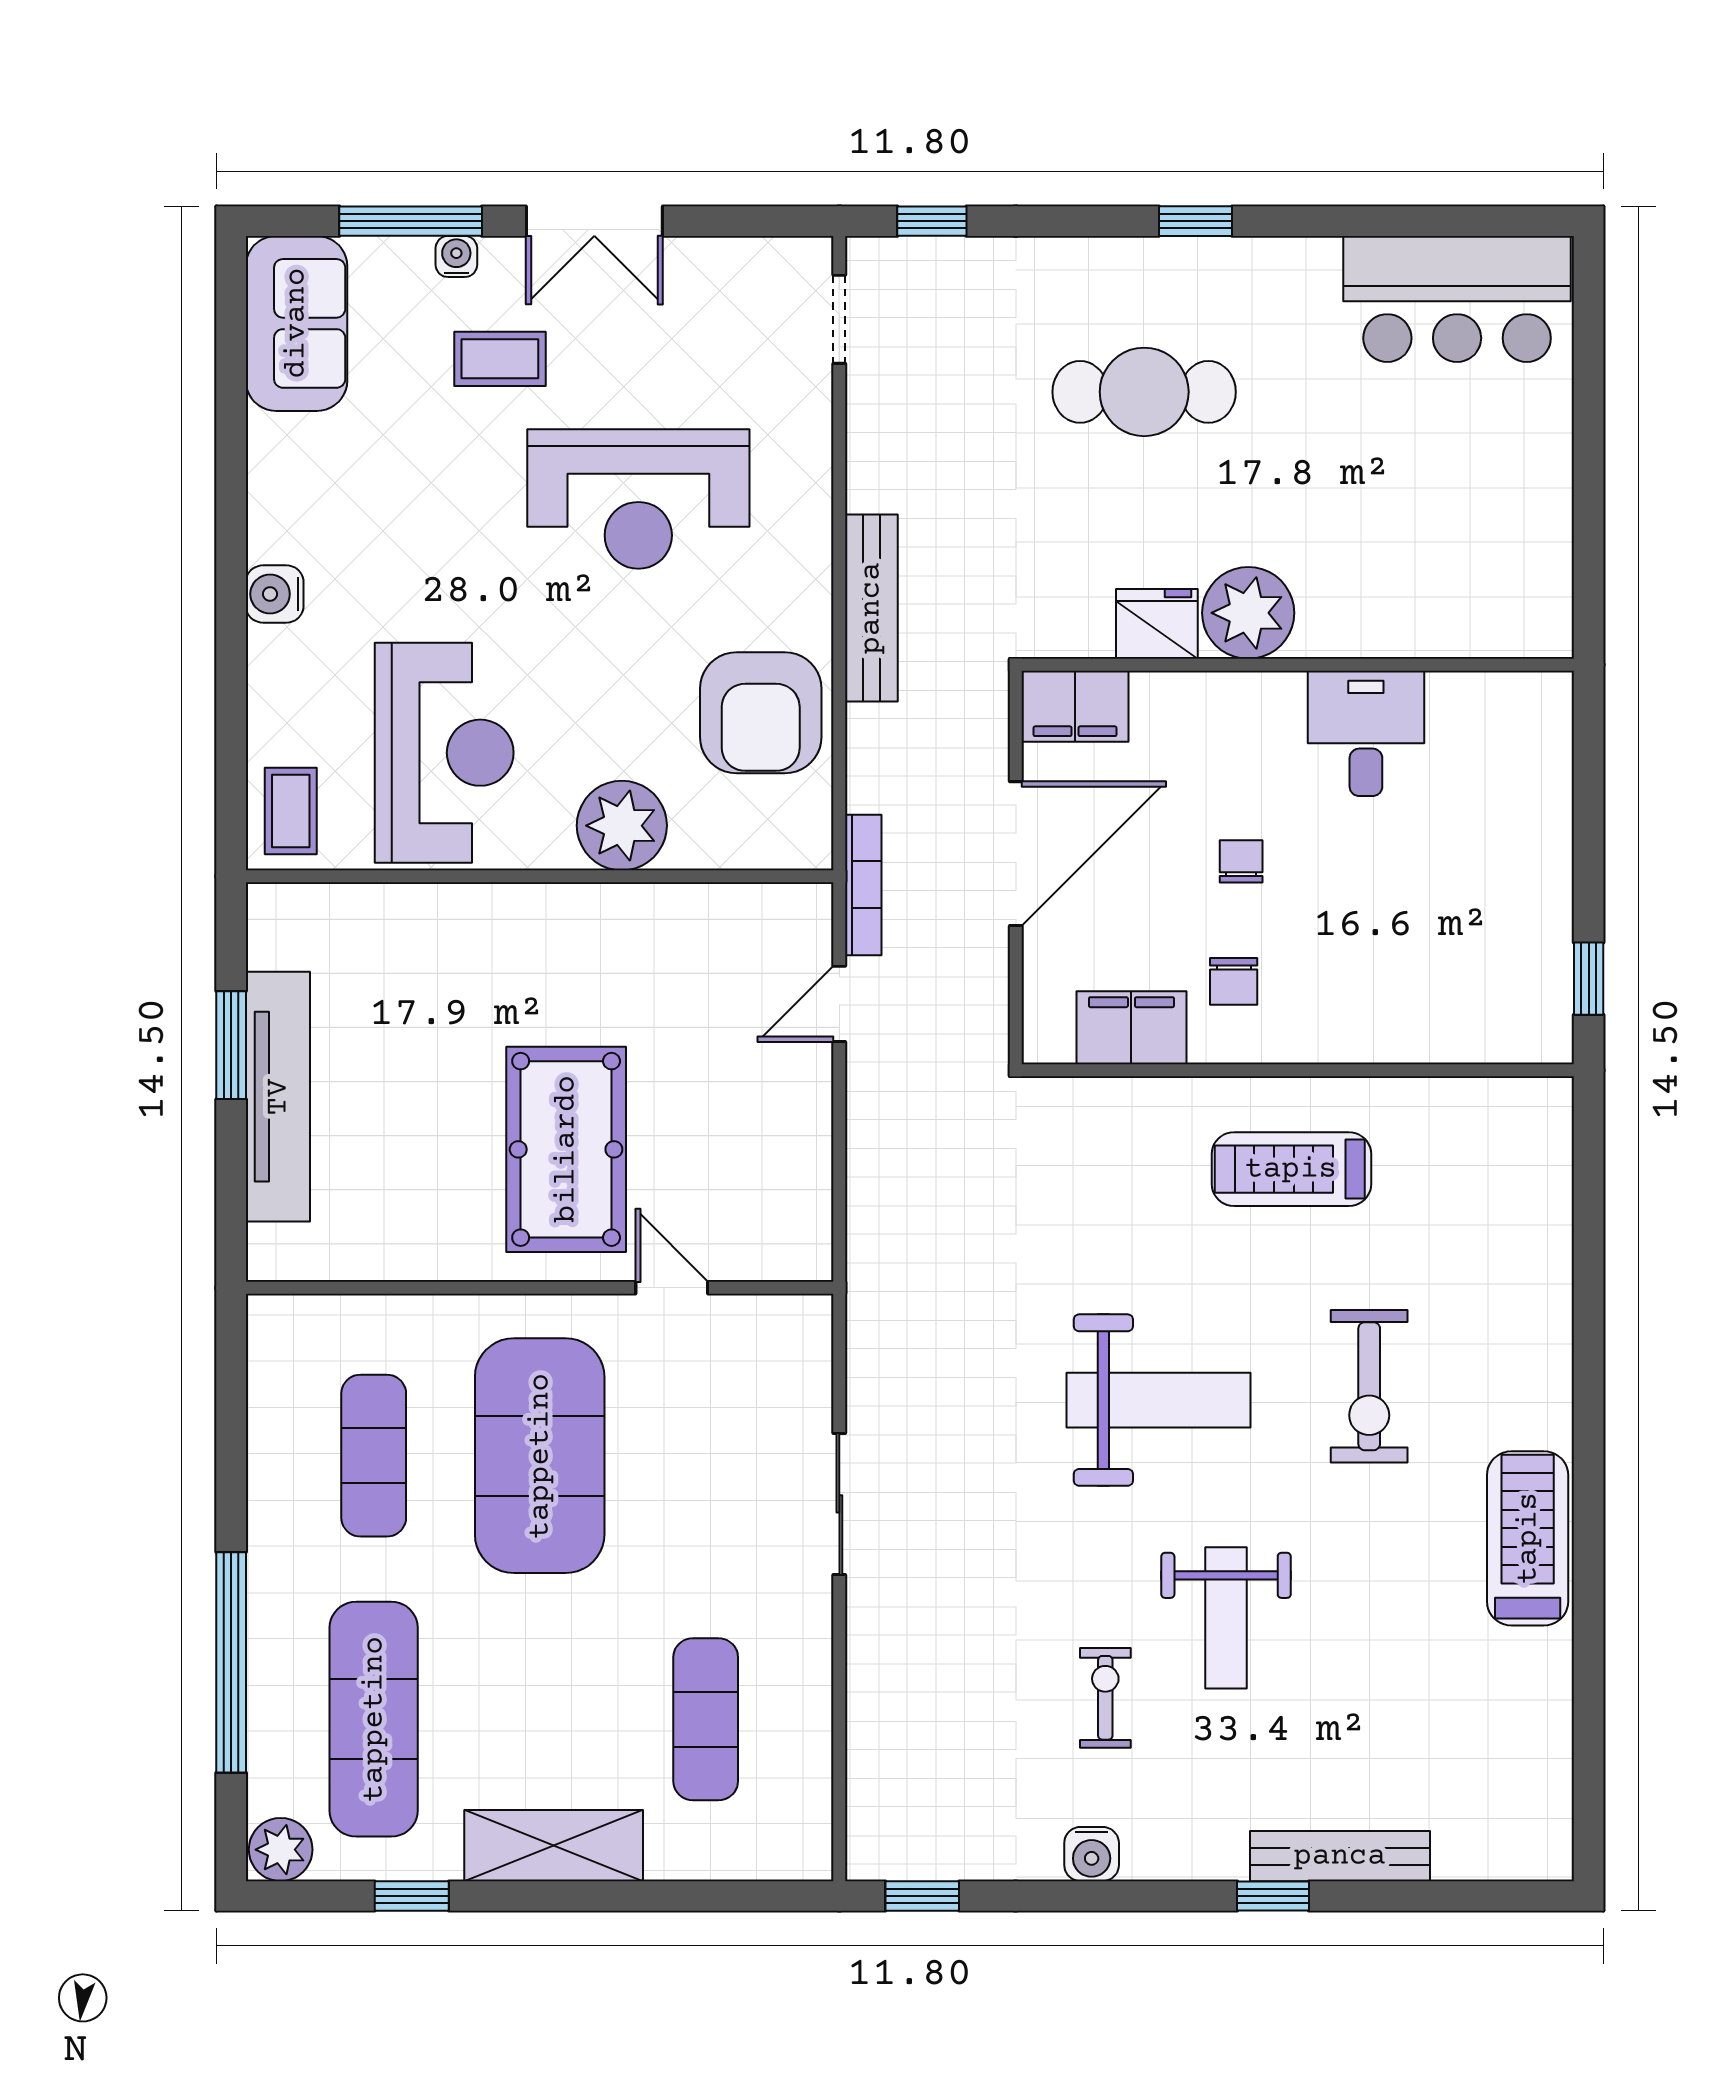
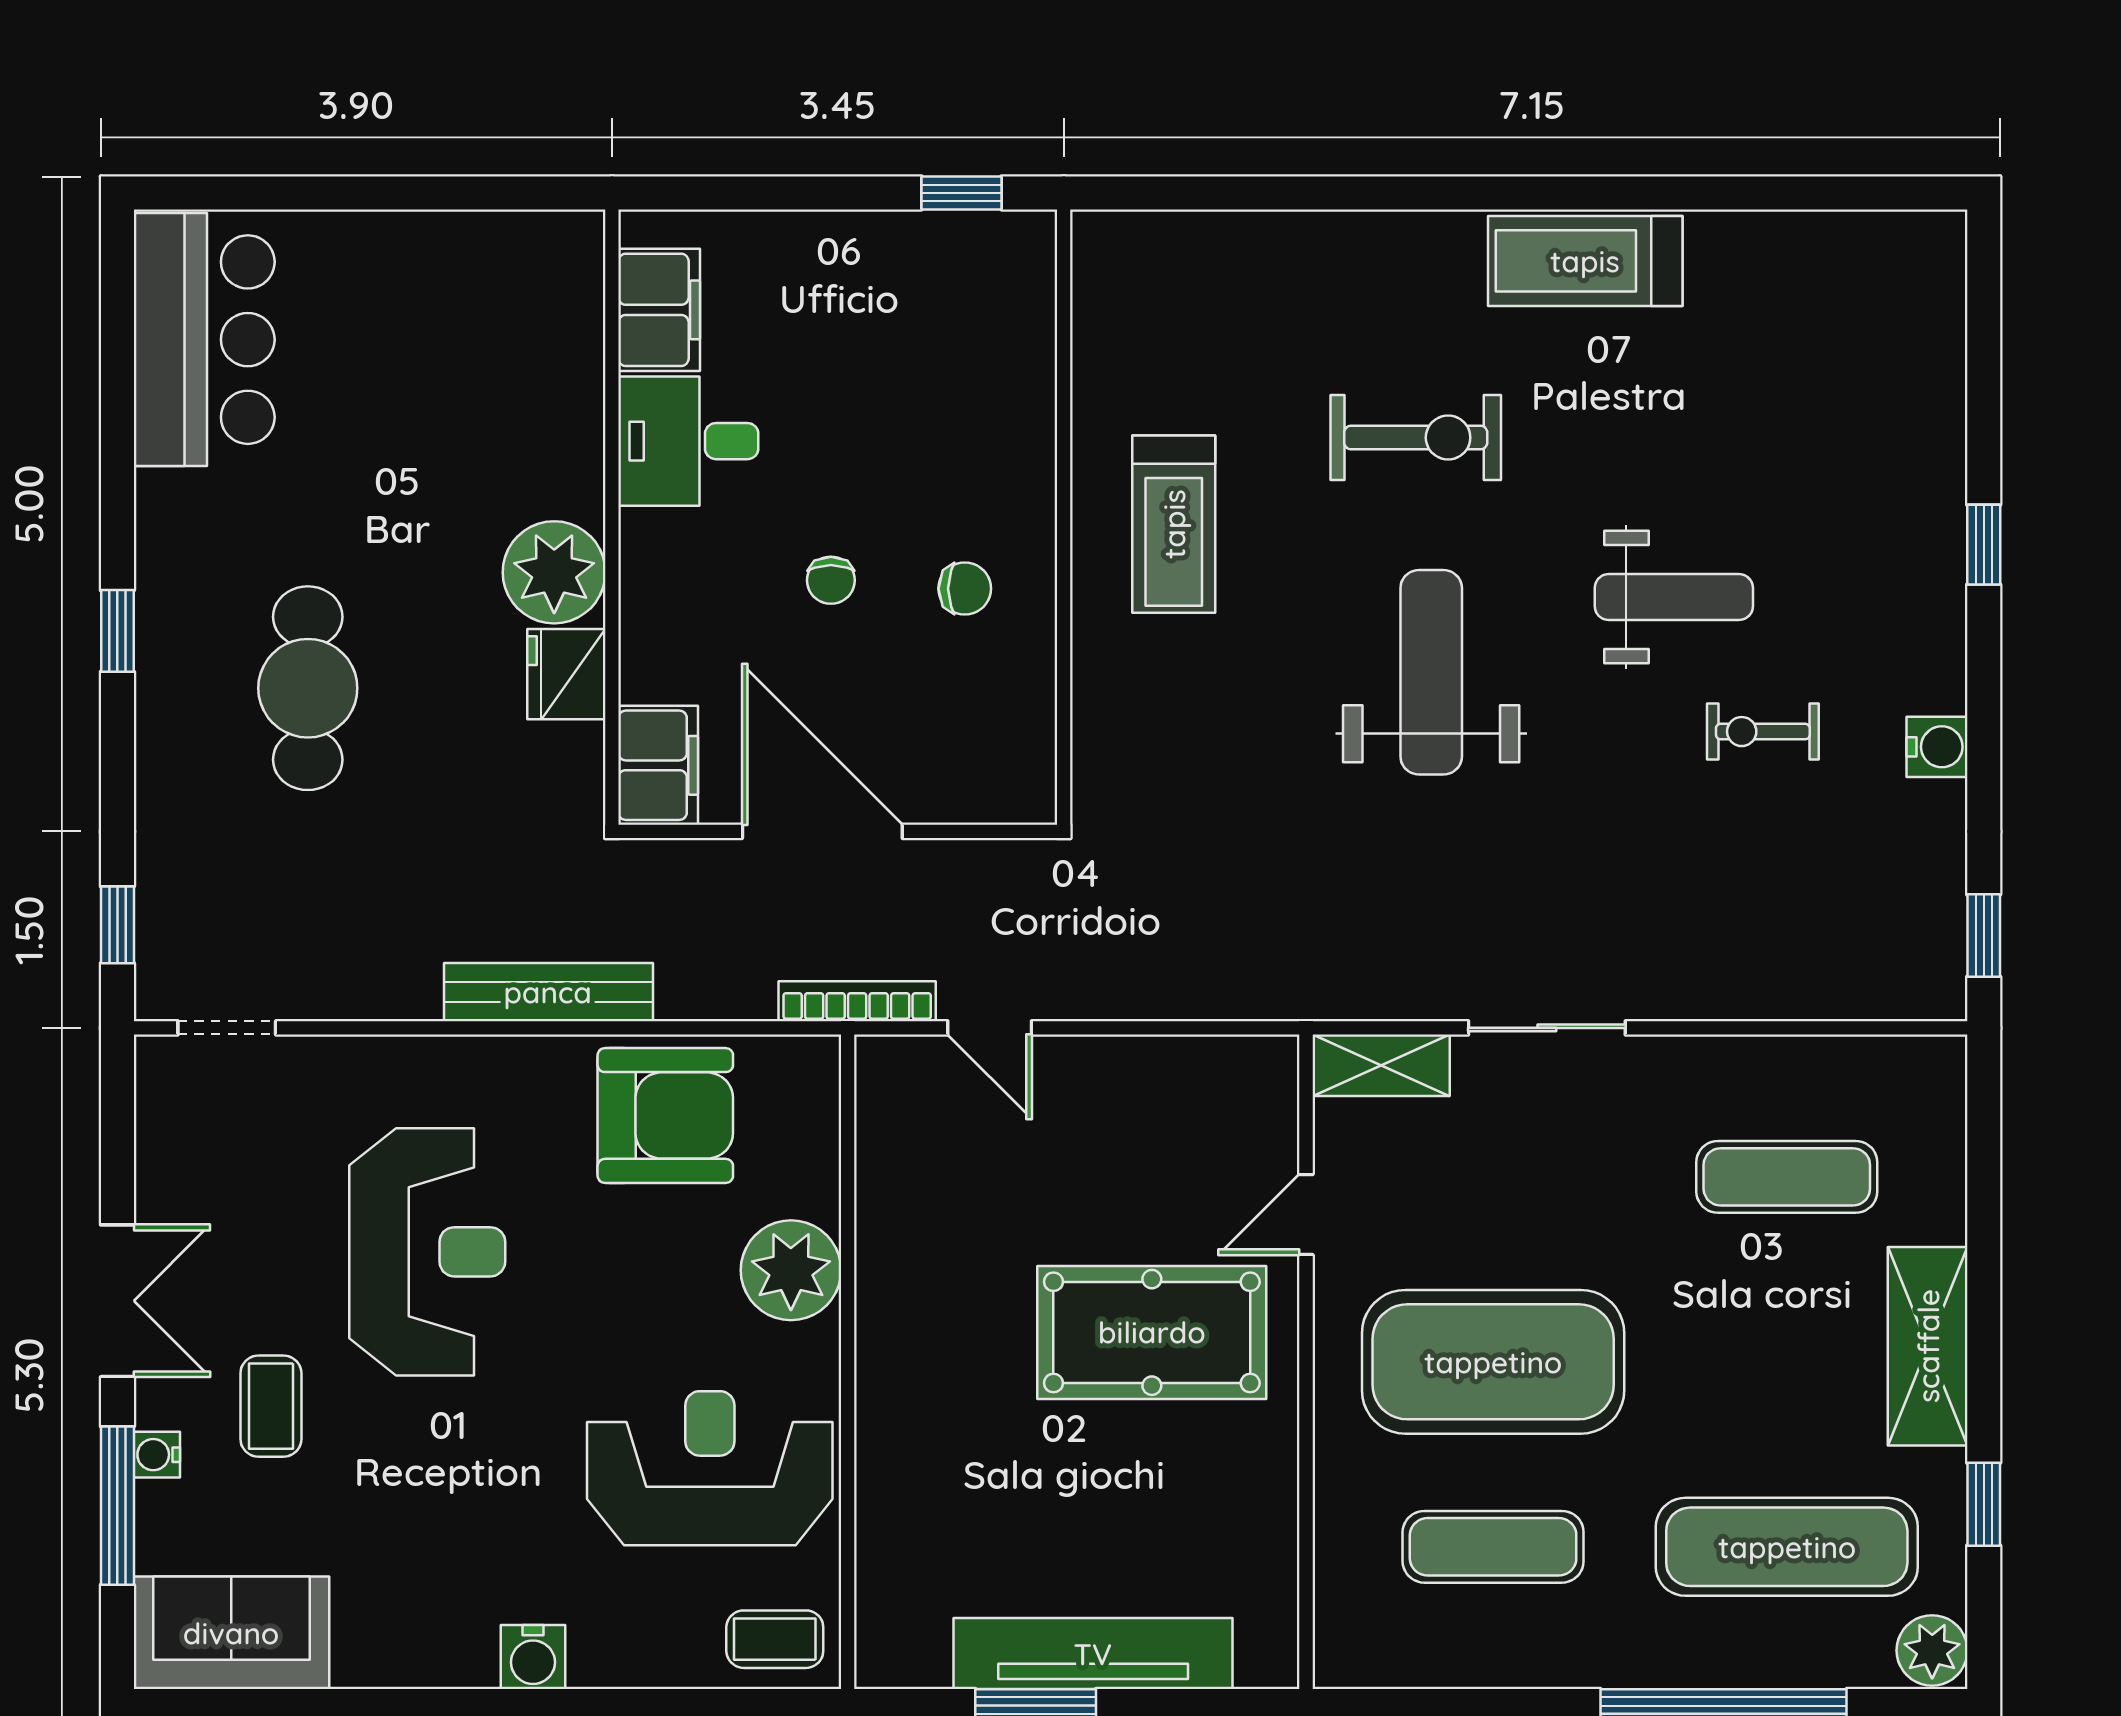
chair: (1241, 861) -> (831, 580), turned -90
filing cabinet: (1131, 1028) -> (659, 310), moved, turned 180
shelving: (806, 1355) -> (1381, 1065), added
bench: (1340, 1856) -> (1939, 470), removed

